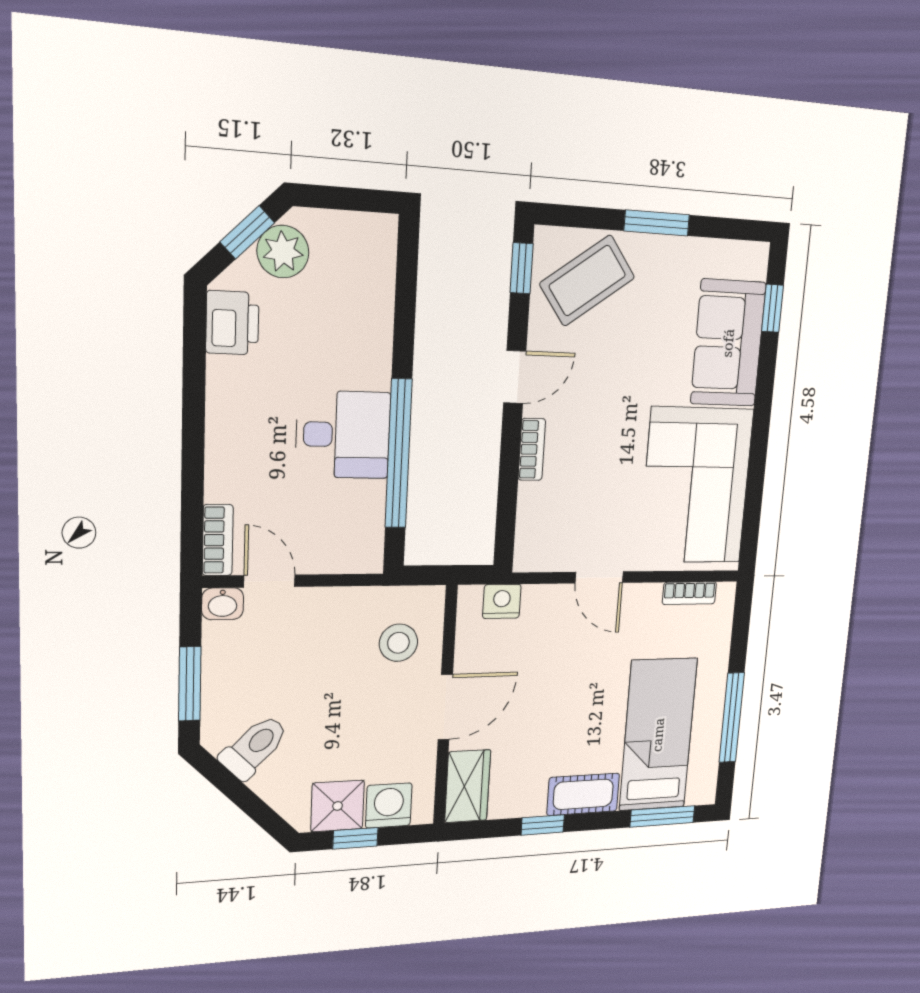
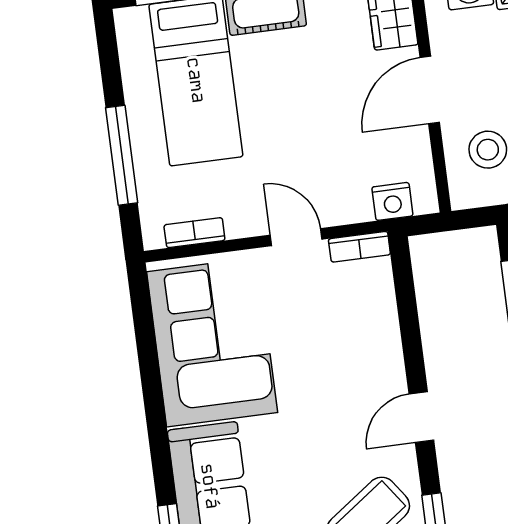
bookcase: (532, 449) -> (359, 247), moved, turned -90
window: (732, 718) -> (122, 155), moved

